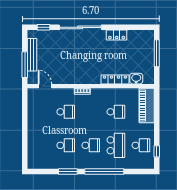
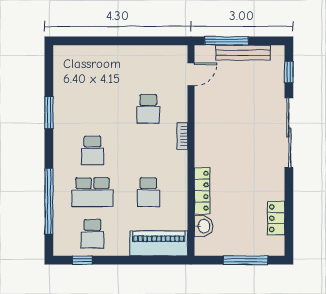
locker: (117, 35) -> (276, 218), moved
school desk: (66, 145) -> (93, 109), removed
window: (104, 171) -> (49, 201), moved

